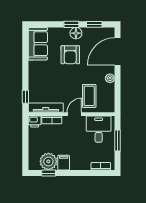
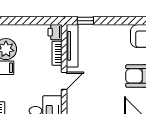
coffee table: (89, 96) -> (86, 99), removed
door: (74, 114) -> (64, 81), hinge flipped

